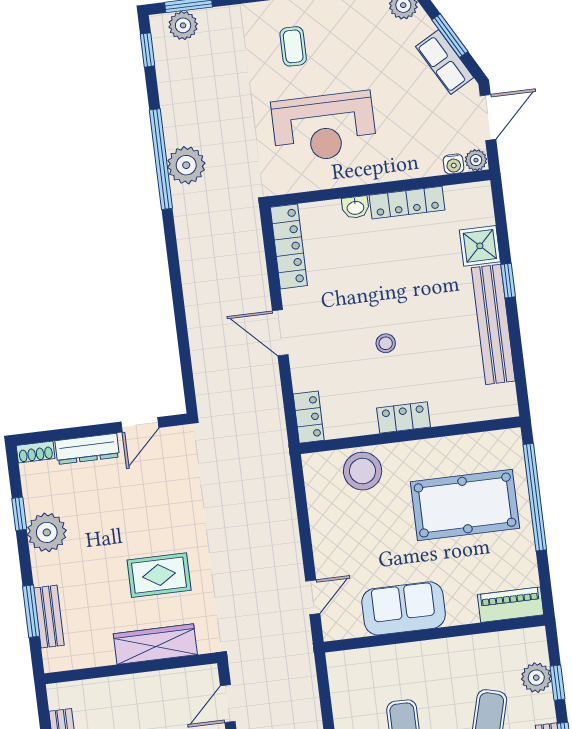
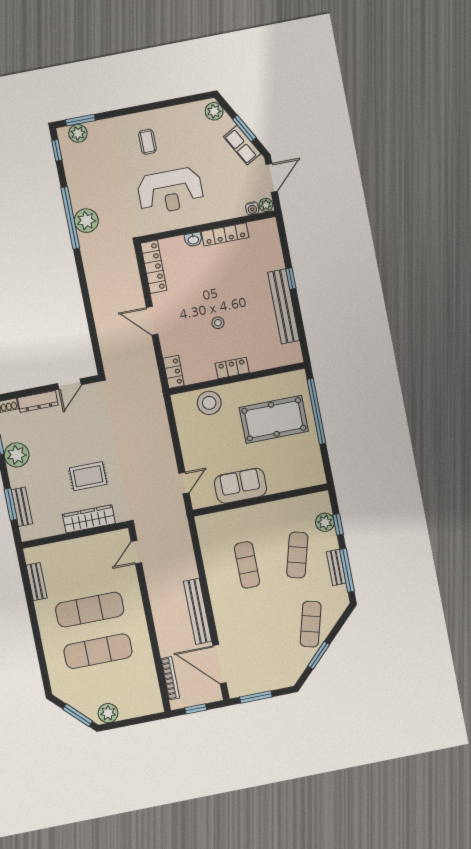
shower: (480, 246) -> (272, 258), removed
piano: (511, 605) -> (306, 479), removed

